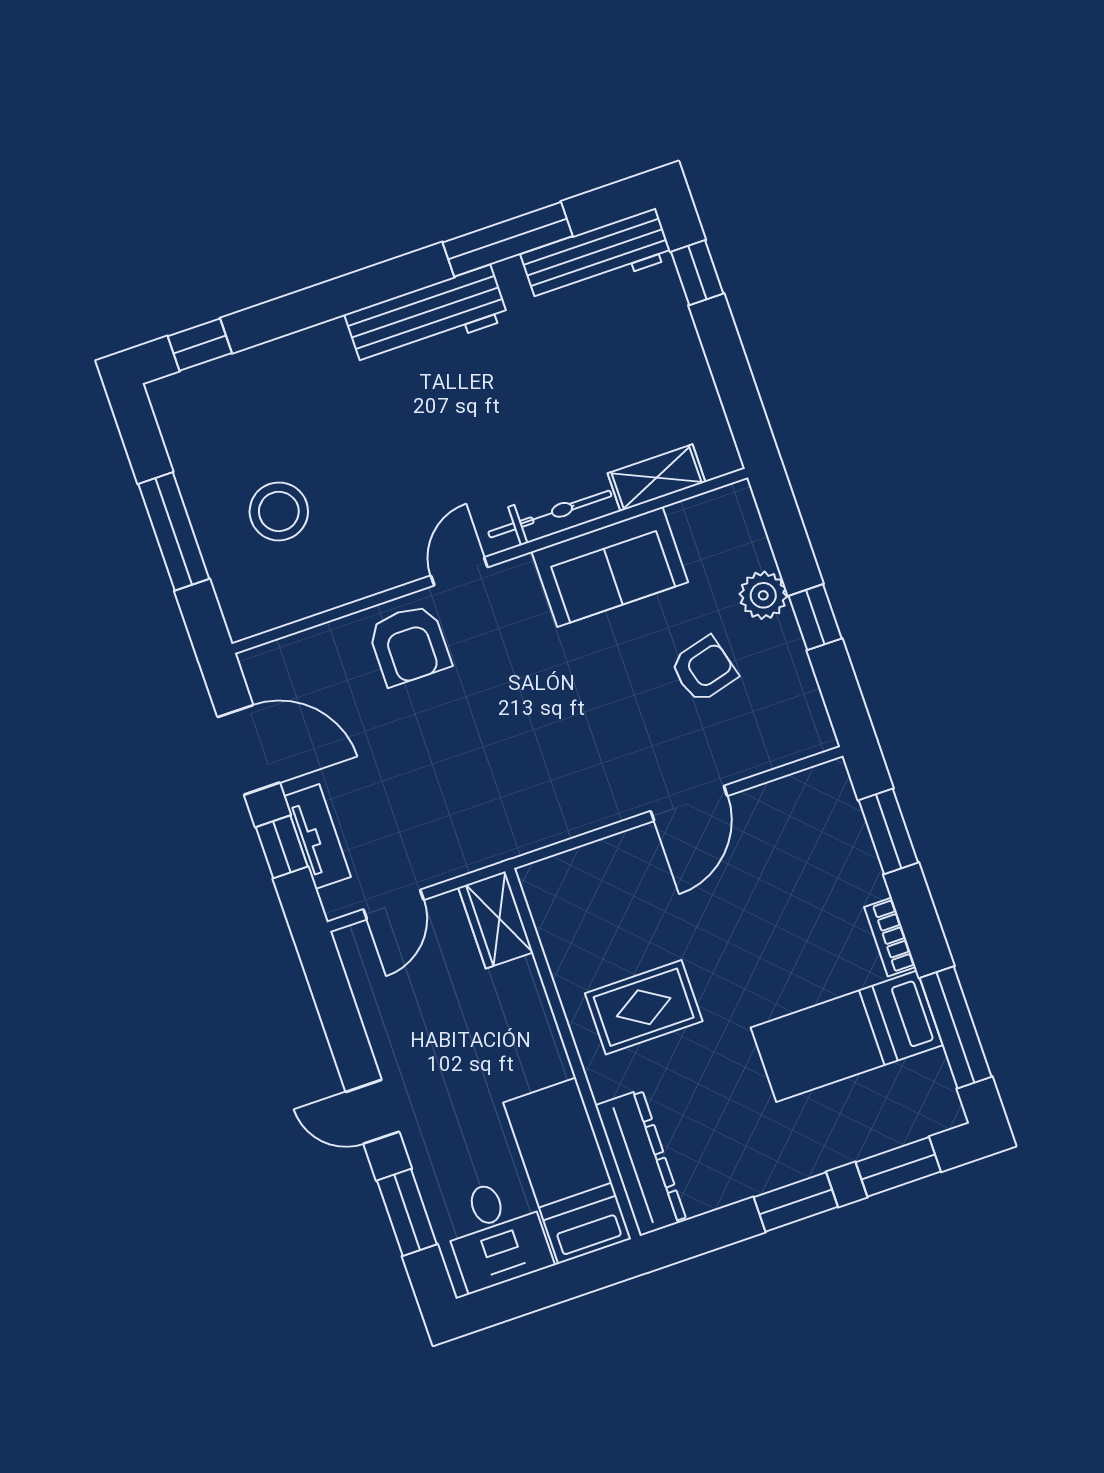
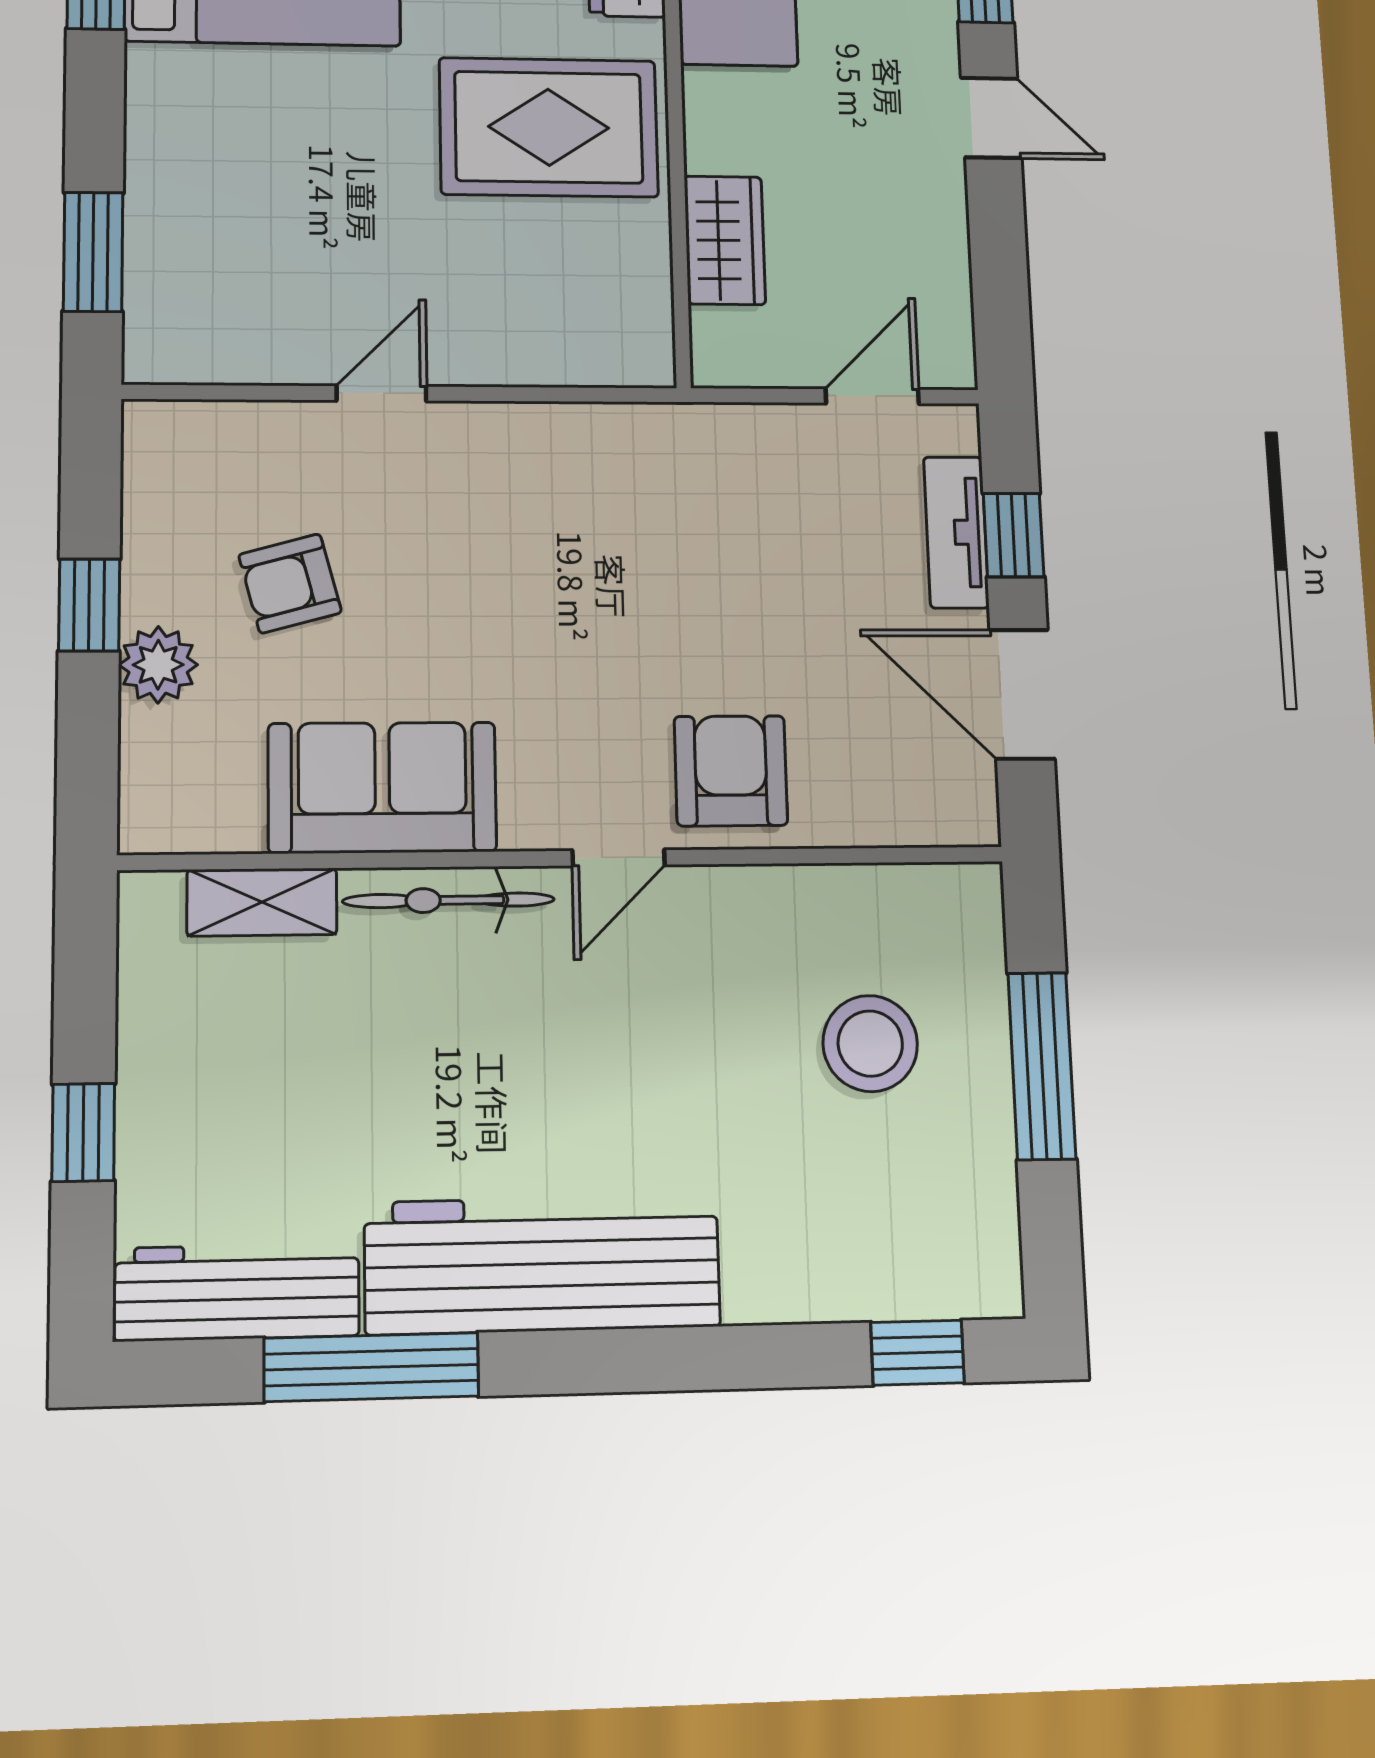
window: (697, 273) -> (83, 1132), moved
workbench: (427, 317) -> (542, 1265), width x1.36, depth x1.32
door: (689, 803) -> (381, 393), width x0.73
wardrobe: (496, 920) -> (725, 240), moved
bookcase: (890, 937) -> (147, 102), removed
rug: (644, 1007) -> (549, 127), width x1.36, depth x1.43

